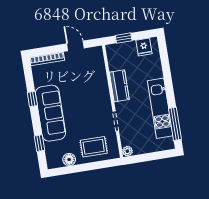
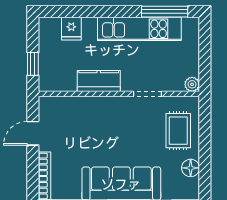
fridge: (144, 47) -> (71, 29), moved, turned 90

